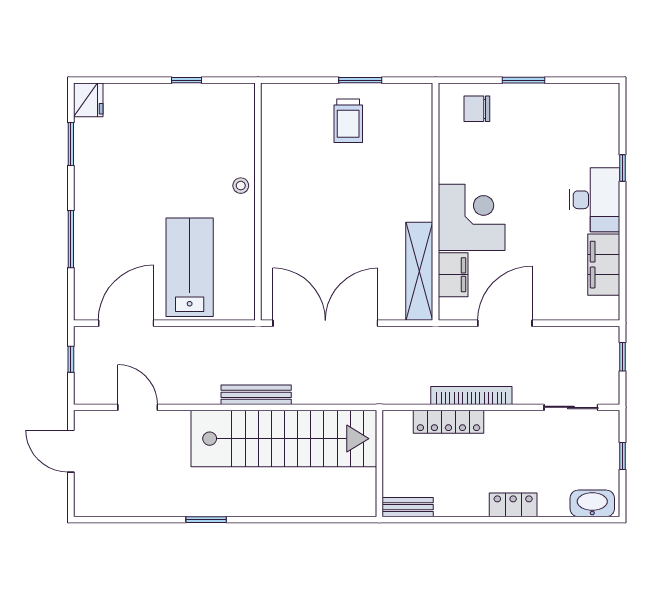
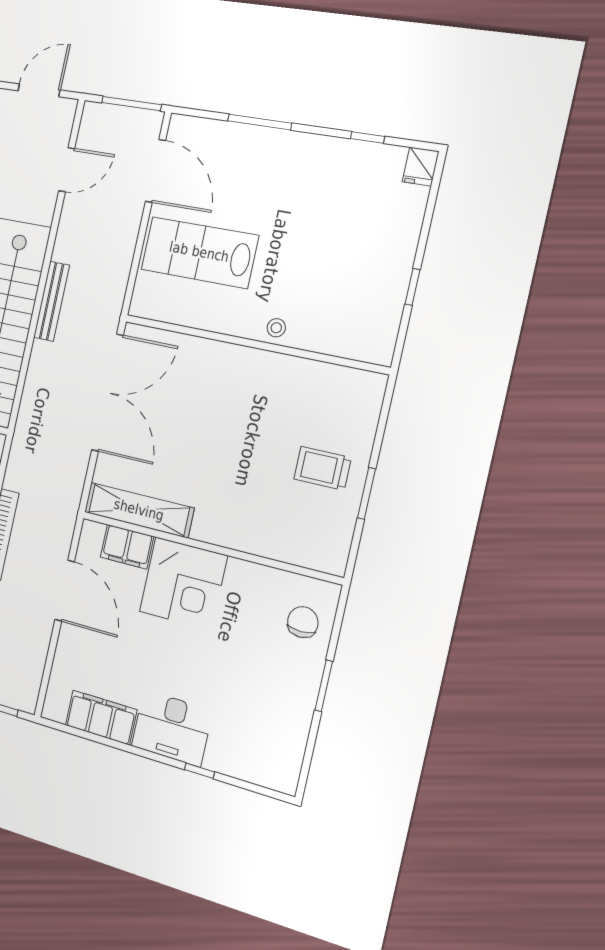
fridge: (88, 100) -> (421, 167), width x0.72
window: (71, 144) -> (368, 137), width x0.67
lab bench: (190, 267) -> (199, 252), turned 180
window: (71, 359) -> (131, 104), width x2.17

